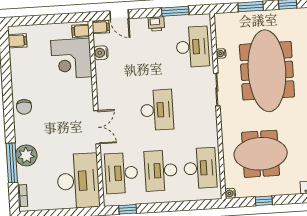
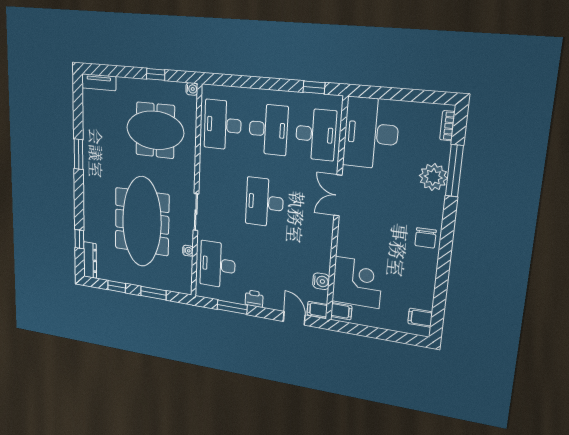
chair: (24, 107) -> (426, 238), turned 180

